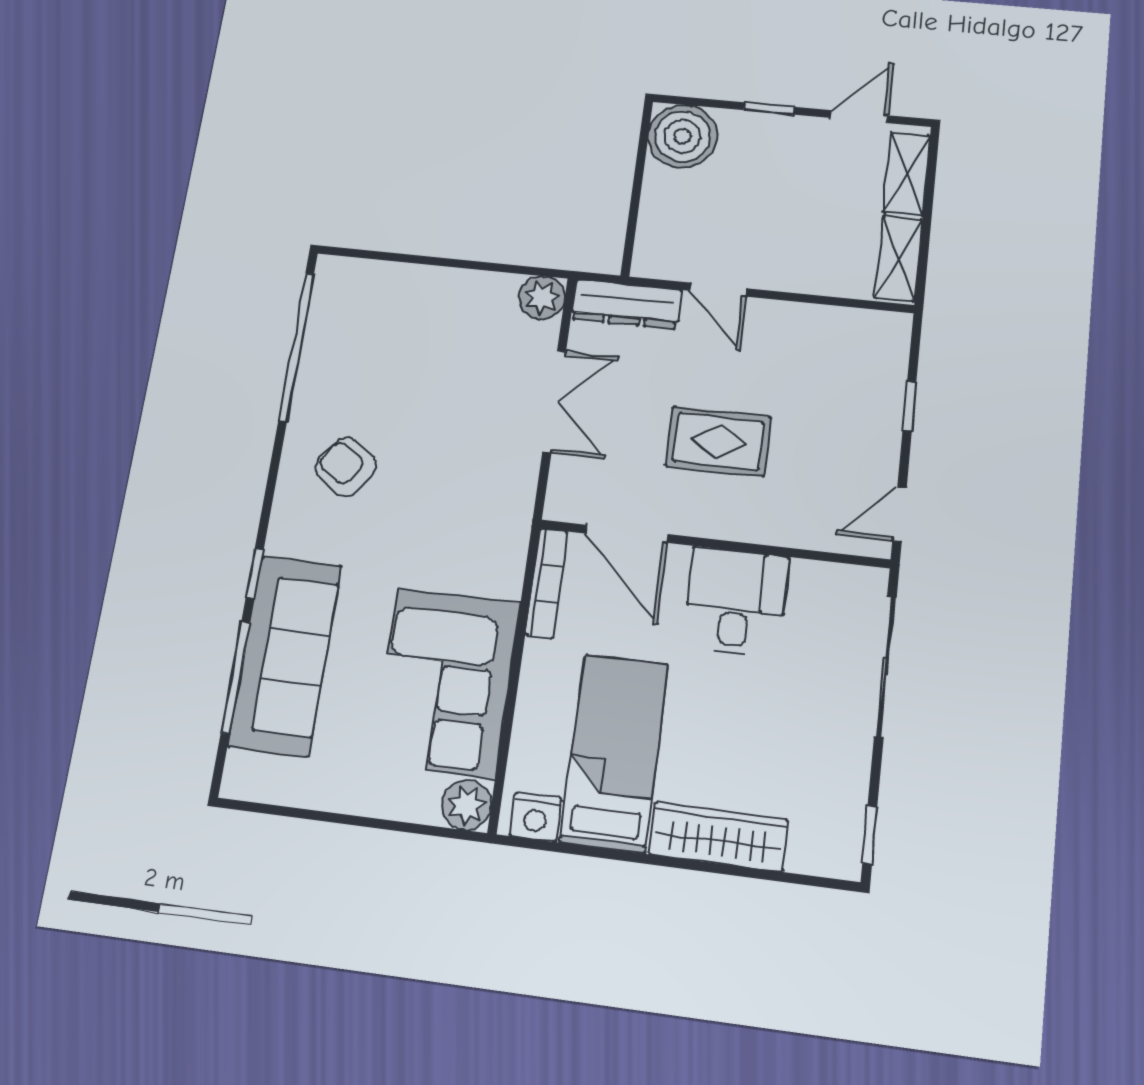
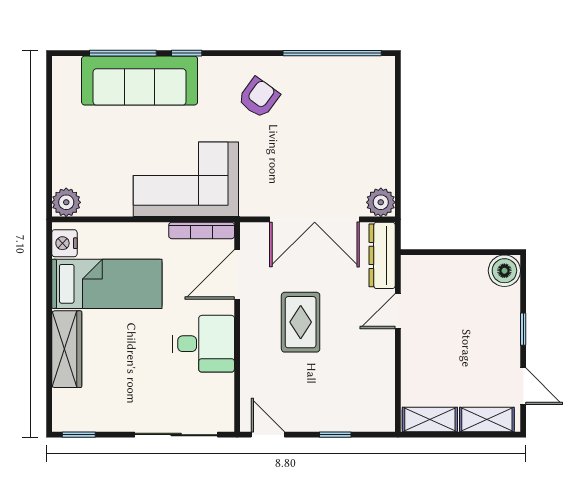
boiler: (683, 136) -> (504, 271), width x0.73, depth x0.73
double door: (554, 402) -> (315, 219), width x1.37
corner sofa: (446, 683) -> (186, 179), moved

